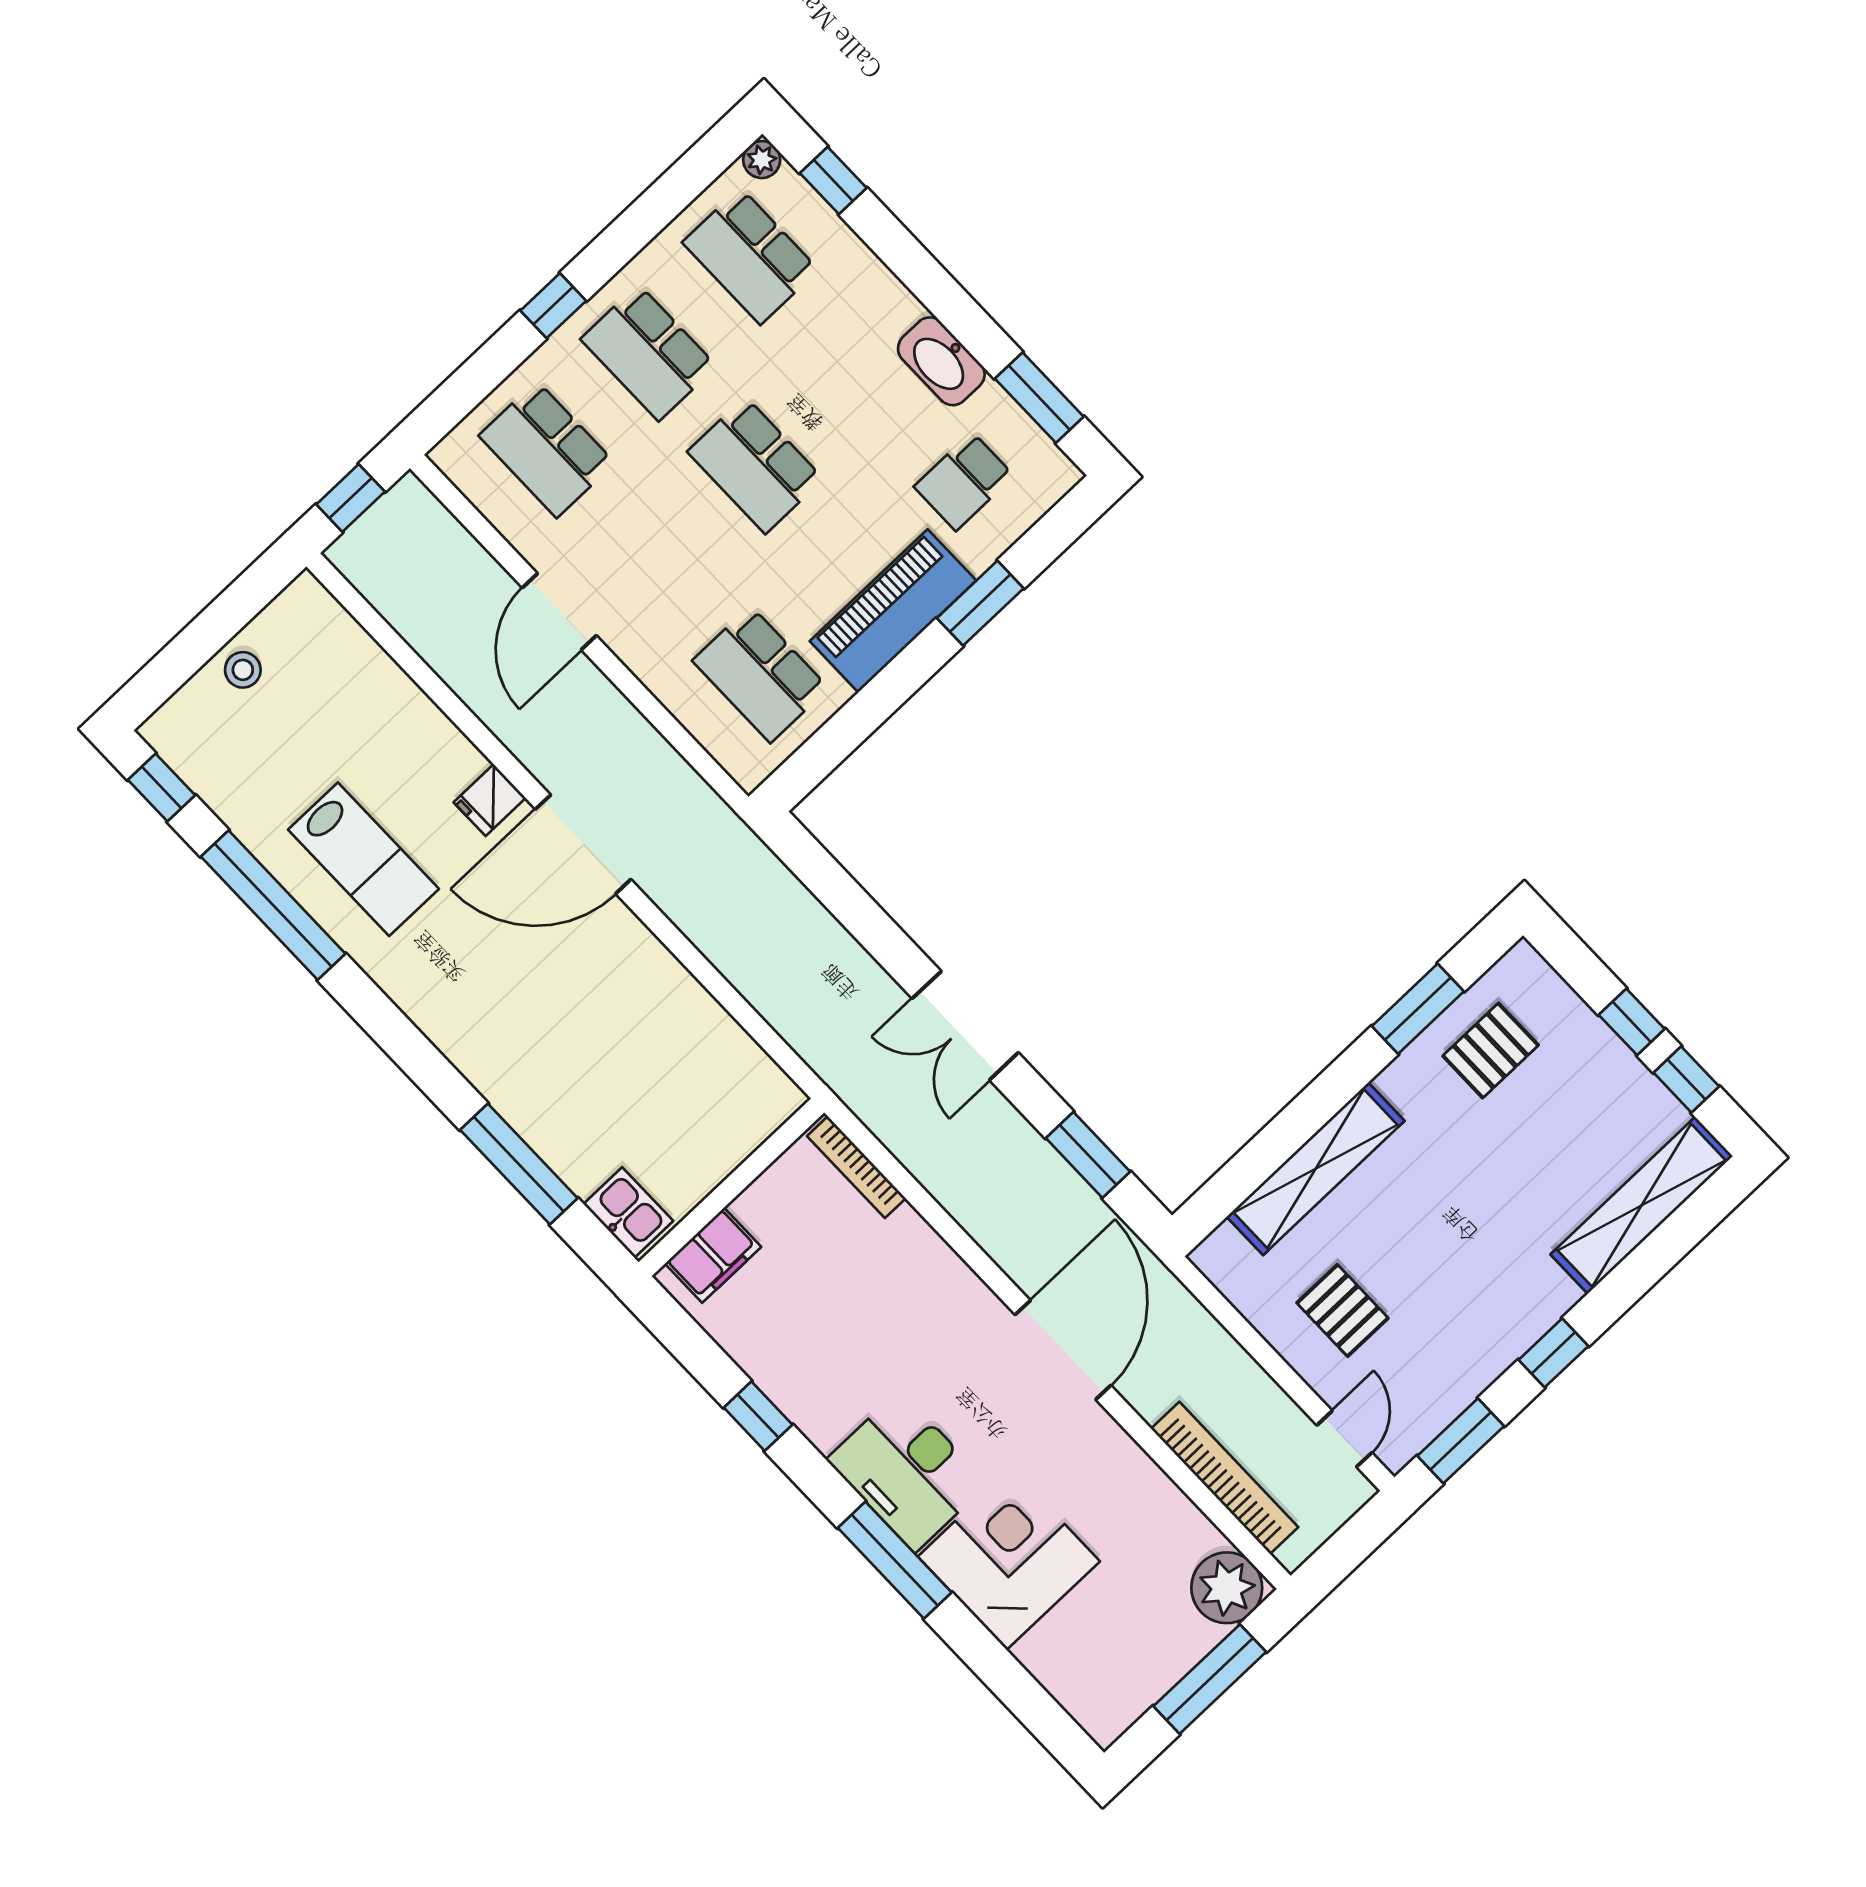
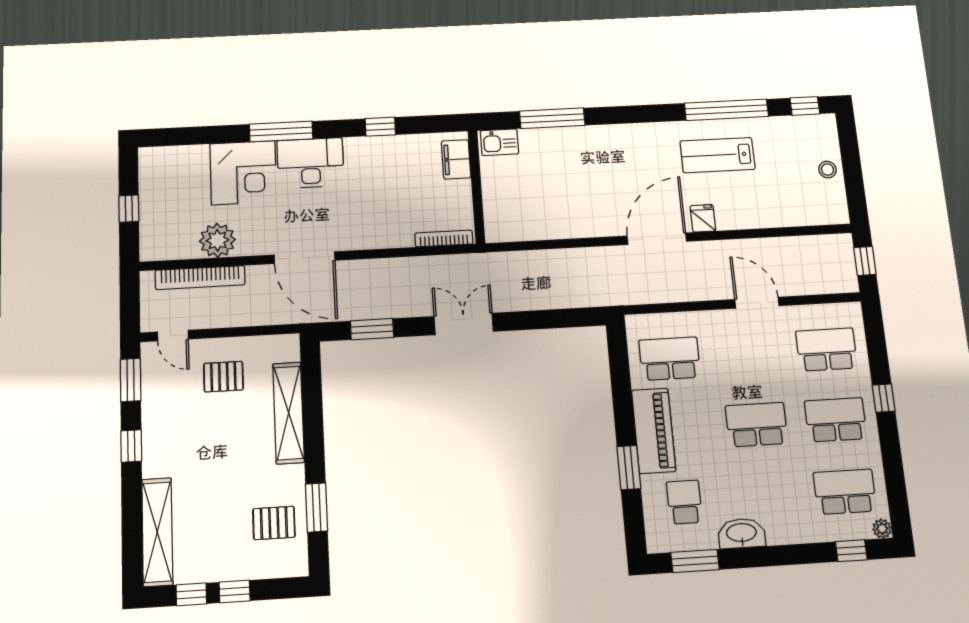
pallet: (1491, 1051) -> (274, 523), turned 90
plant: (1227, 1588) -> (217, 240), moved
window: (1210, 1679) -> (129, 209), width x0.46

